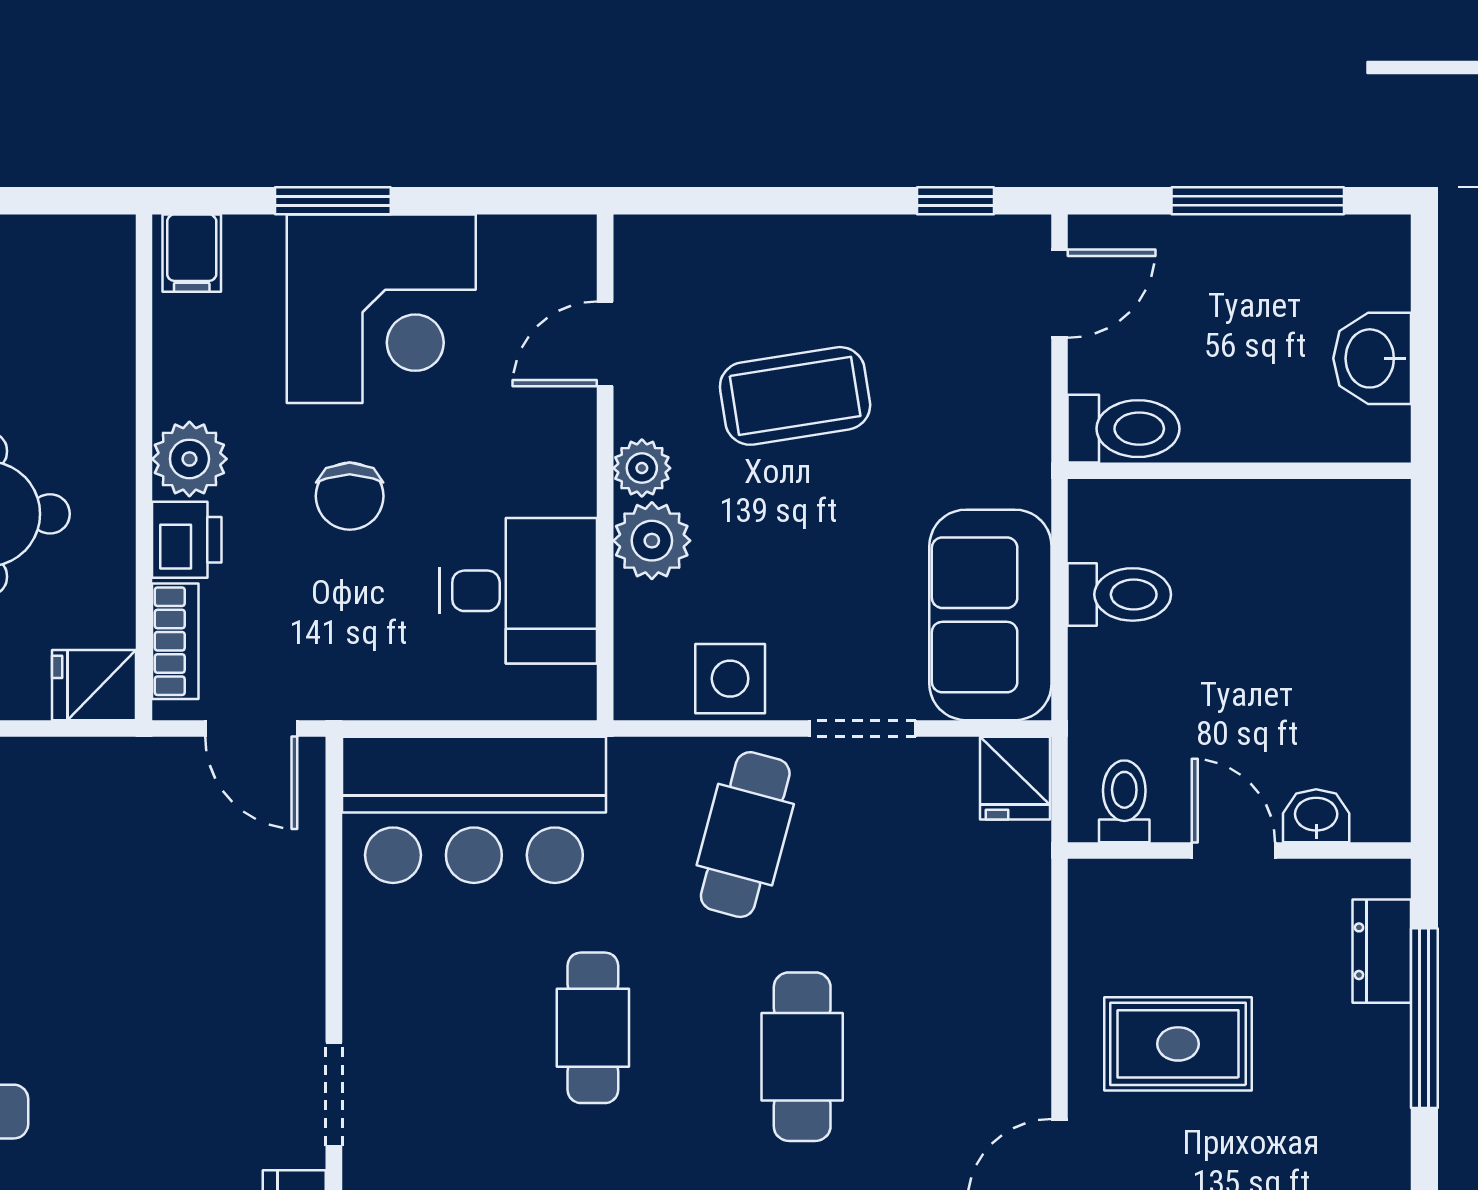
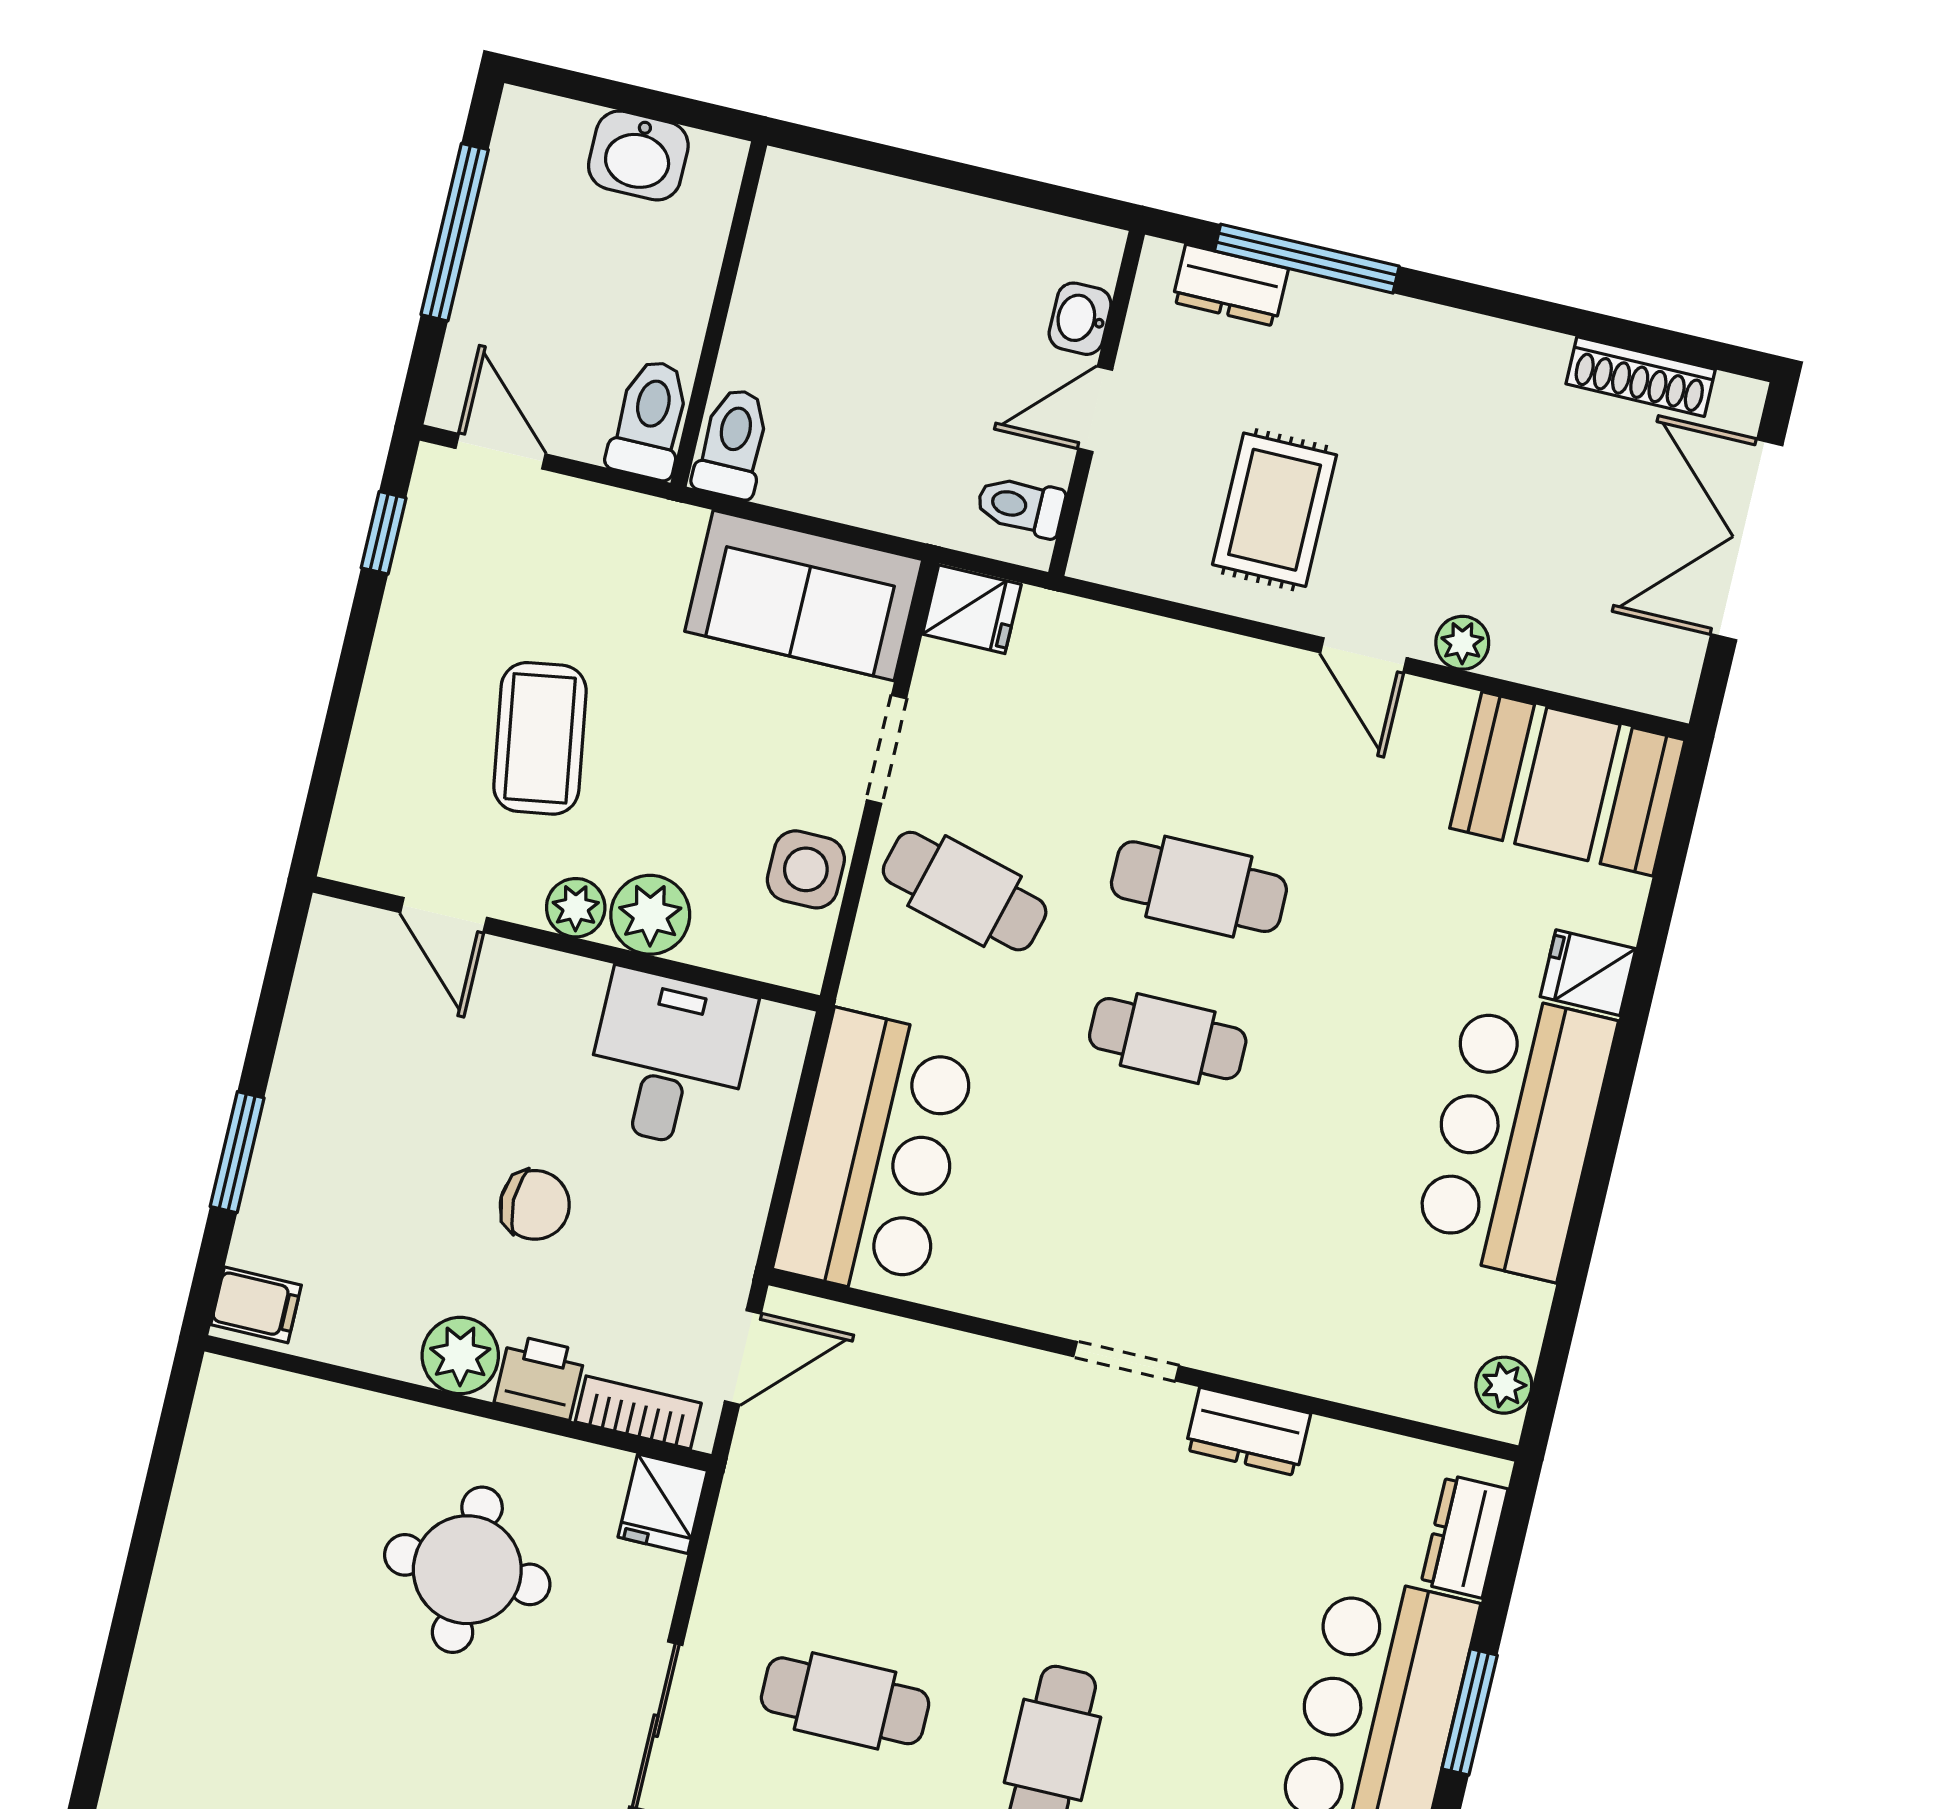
corner desk: (381, 309) -> (356, 1129), removed
toilet: (1119, 594) -> (732, 443), moved
cafe table: (593, 1028) -> (1168, 1039), moved

